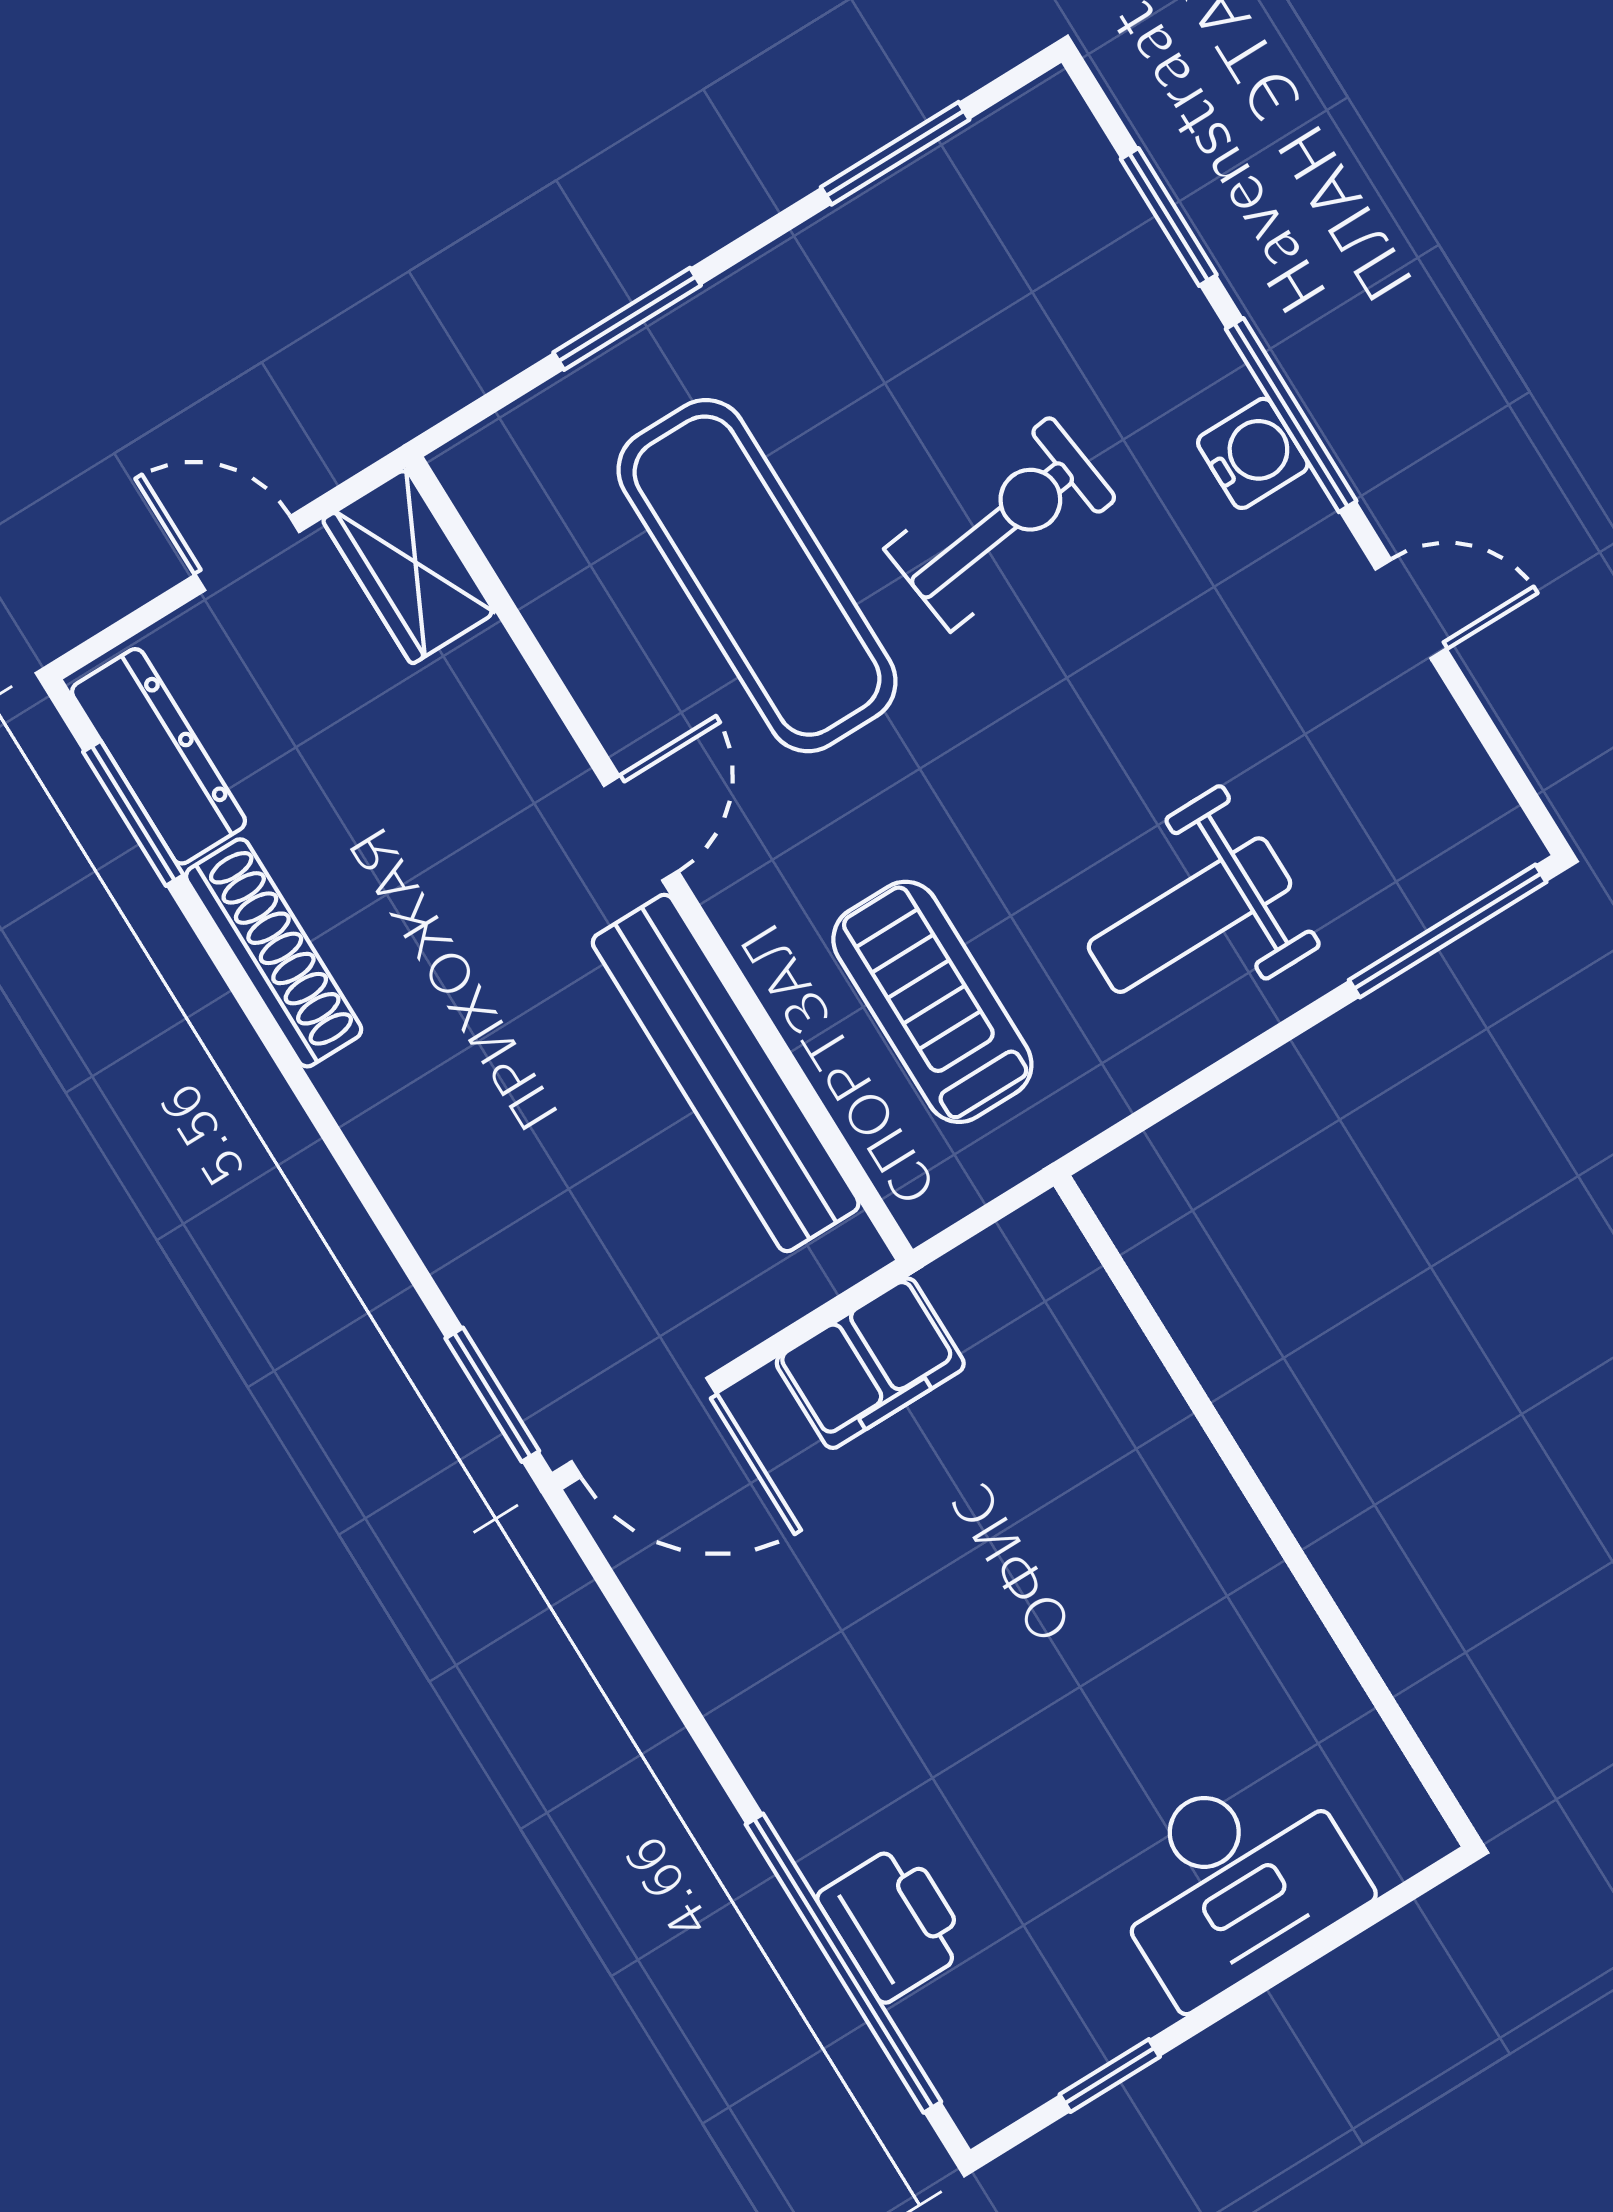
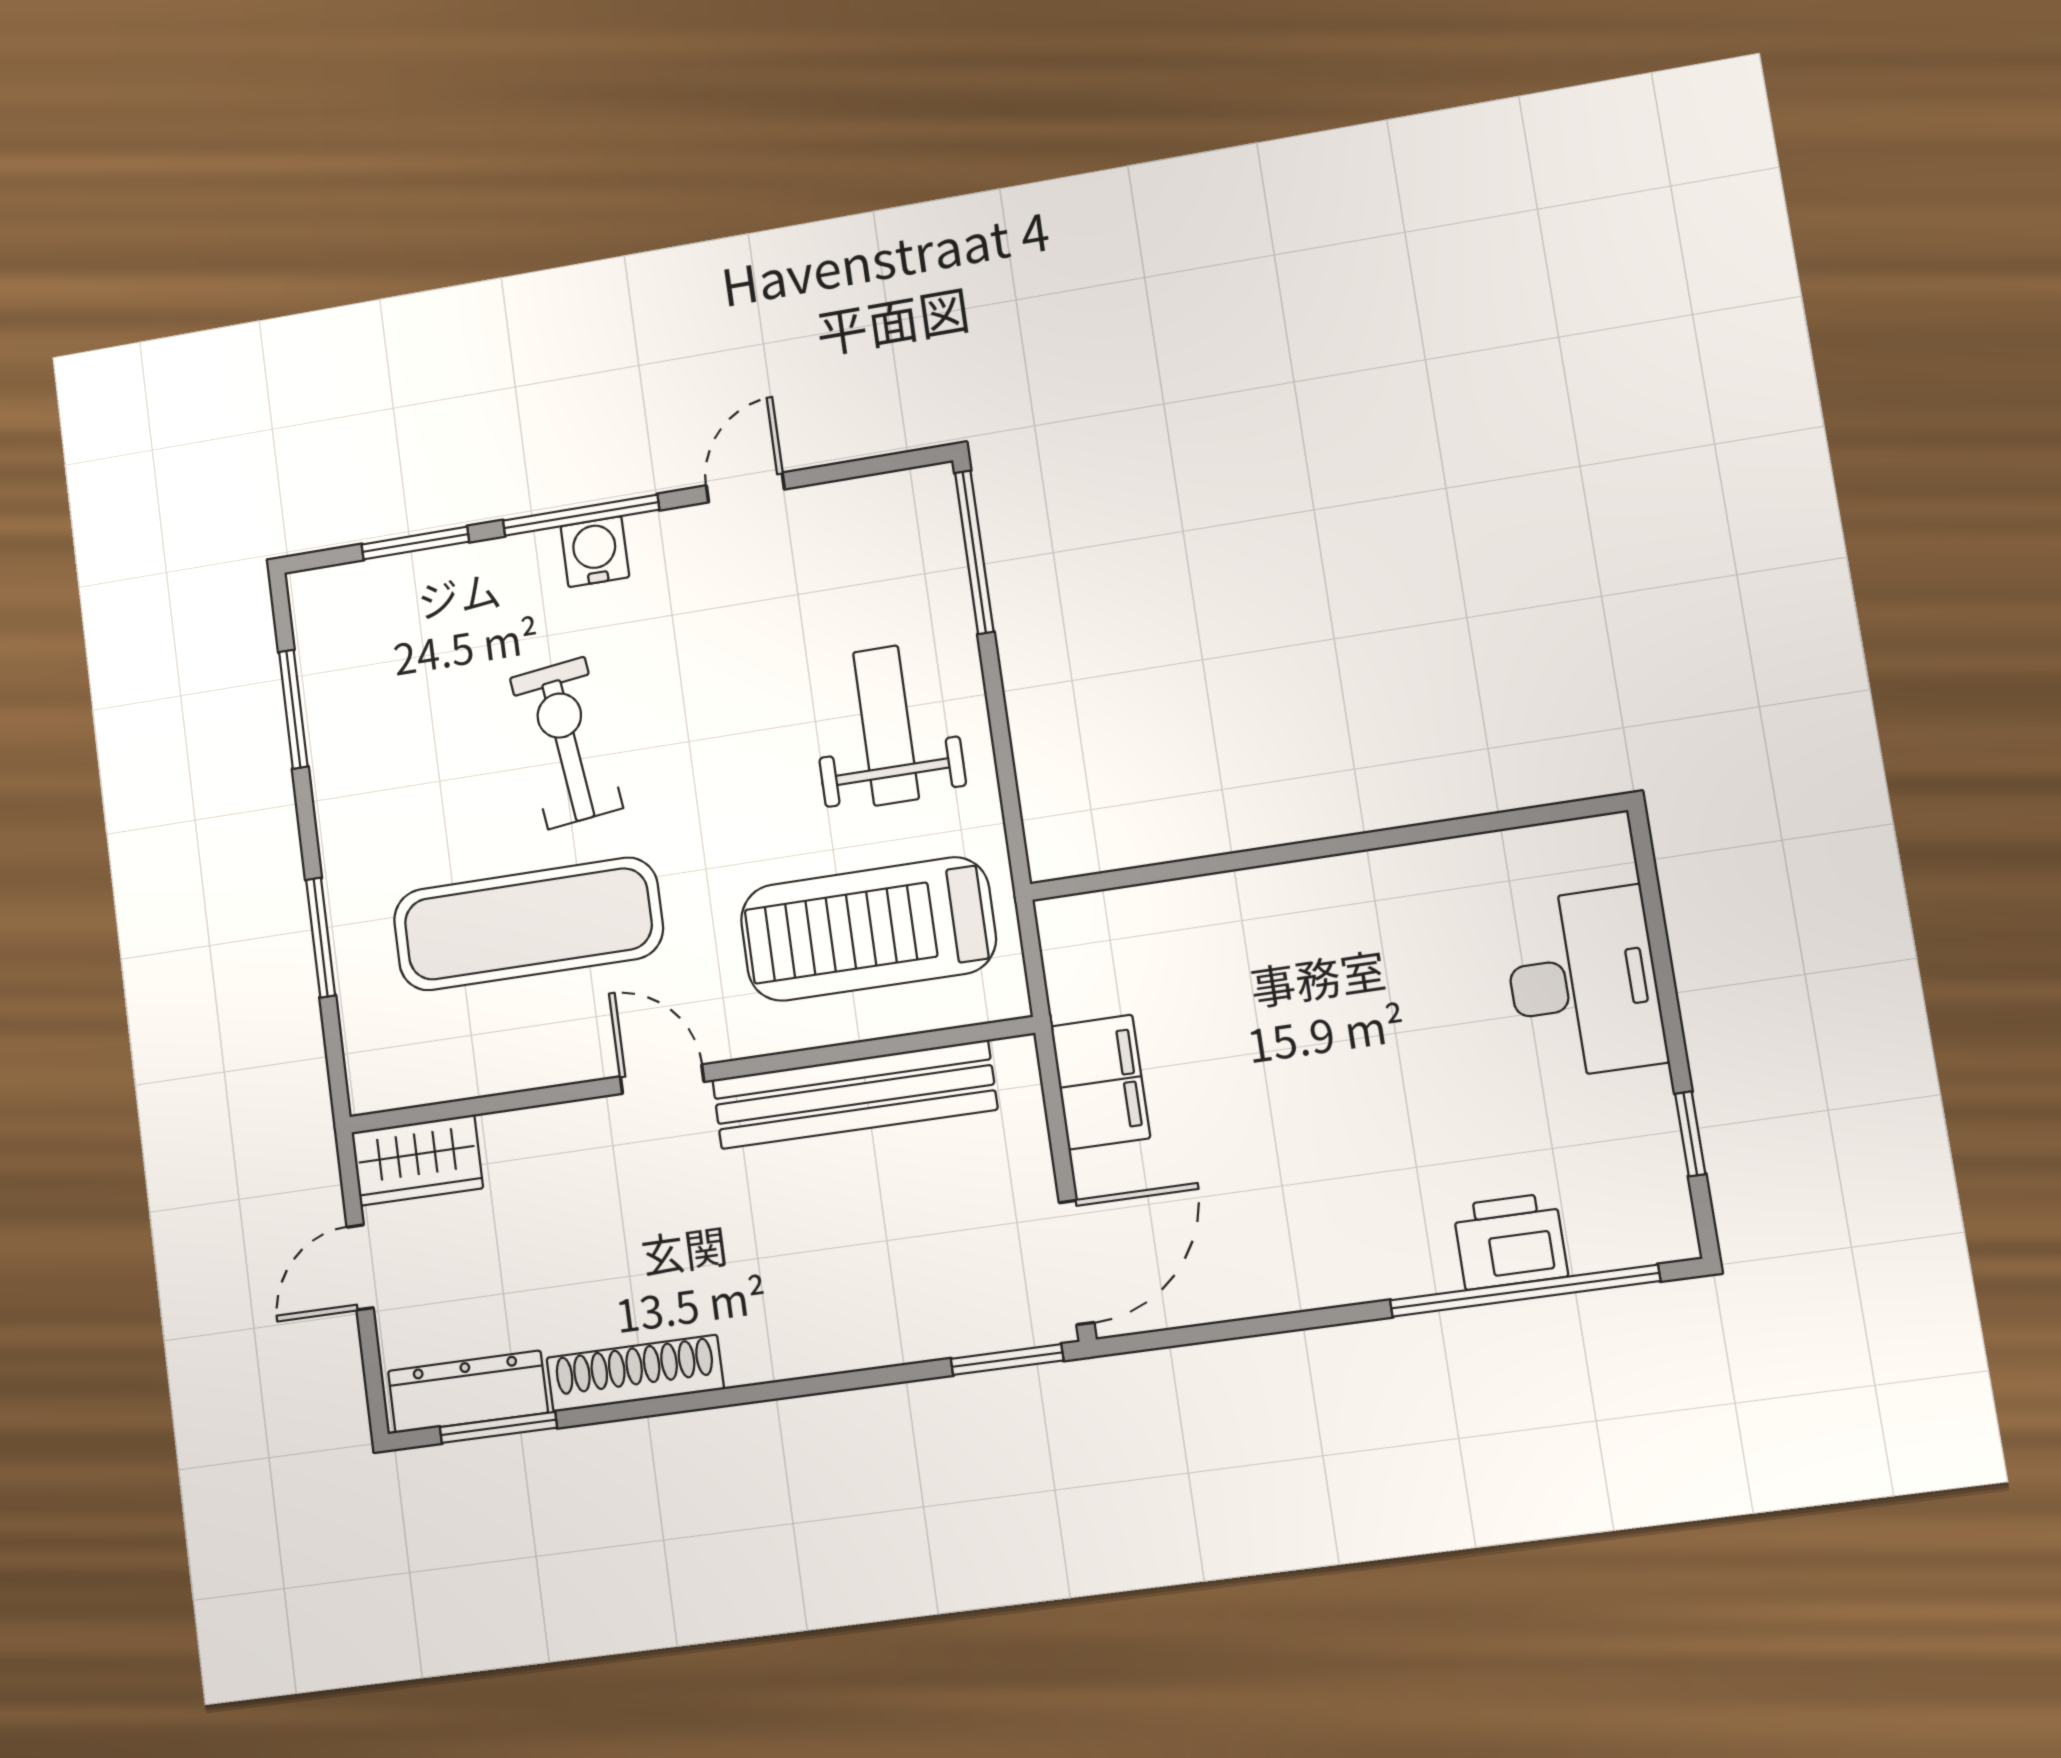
weight bench: (1190, 915) -> (886, 726), turned 180
treadmill: (932, 1002) -> (868, 929), width x1.37, depth x1.38

